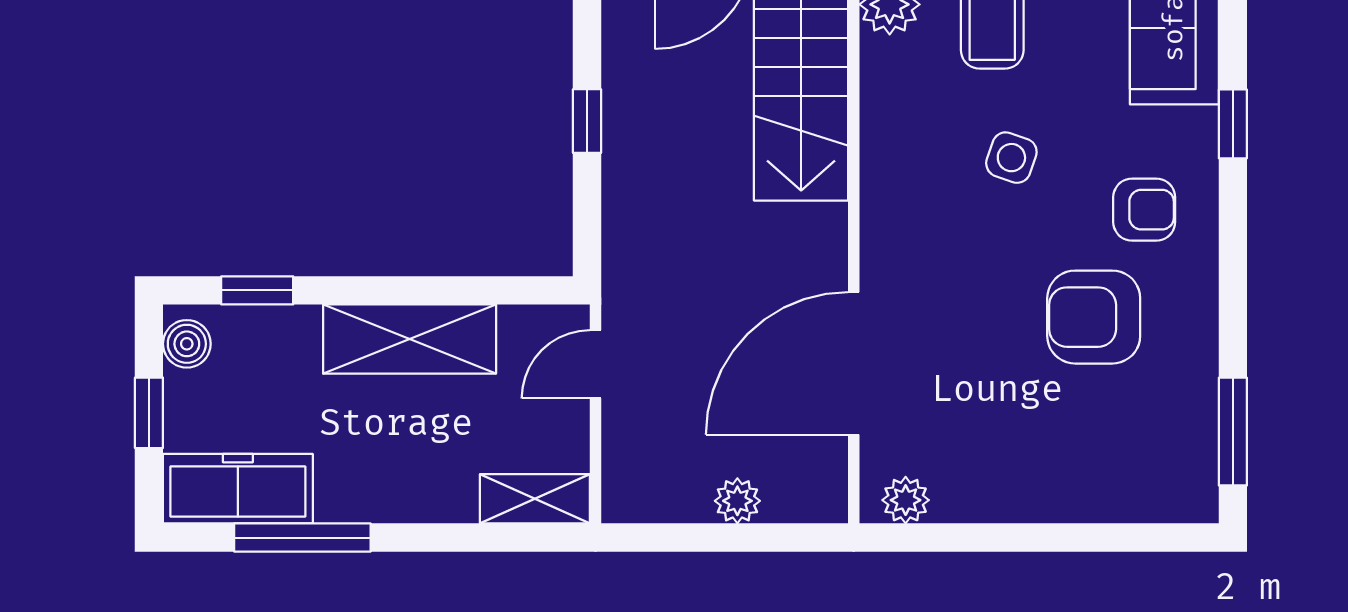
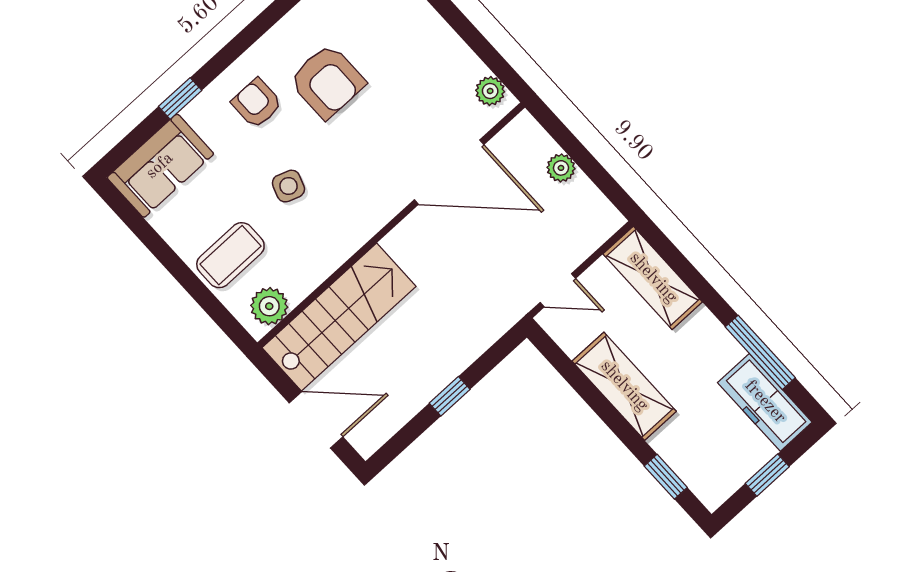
boiler: (187, 344) -> (720, 487), removed
shelving: (535, 499) -> (653, 278), width x1.50, depth x1.33

